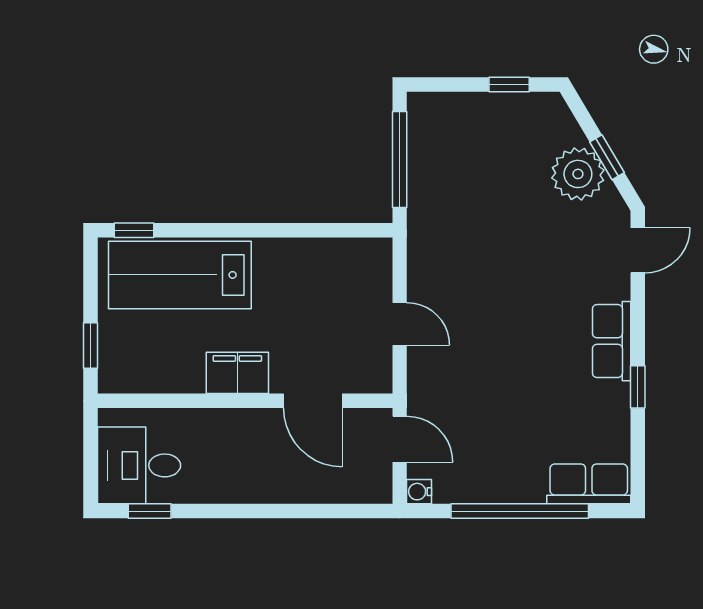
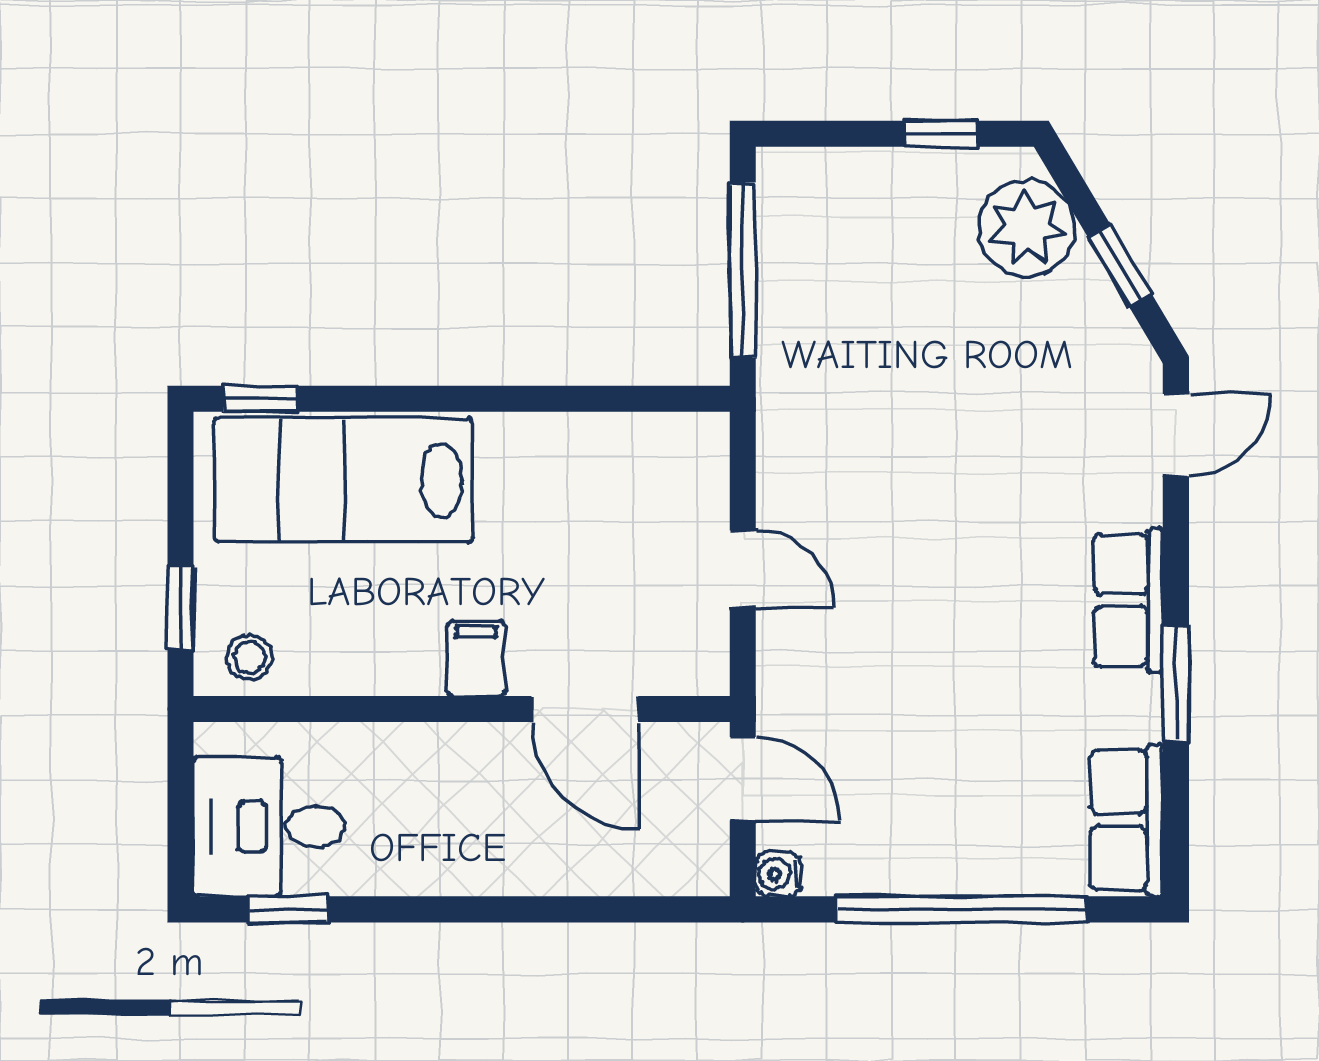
plant: (578, 174) -> (1027, 228), moved
stool: (128, 372) -> (249, 657), added
filing cabinet: (237, 373) -> (476, 658), width x0.50
window: (638, 387) -> (1176, 683), width x1.50
row of seats: (589, 484) -> (1126, 820), moved, turned -90

